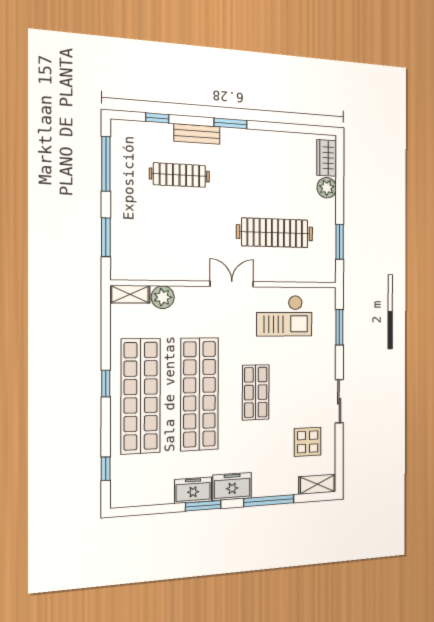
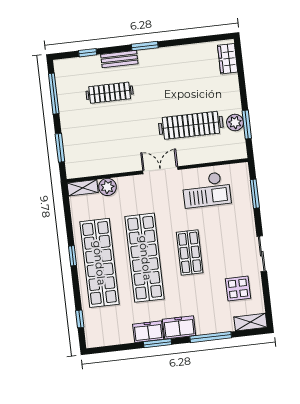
plant: (327, 188) -> (235, 123), moved

